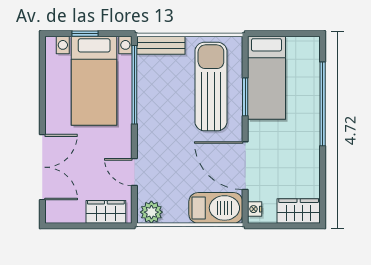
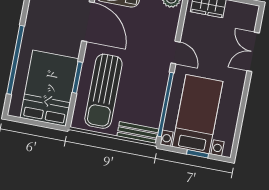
bed: (266, 78) -> (49, 88), width x1.50
double door: (42, 167) -> (253, 52), width x0.73
door: (134, 172) -> (175, 52), moved

